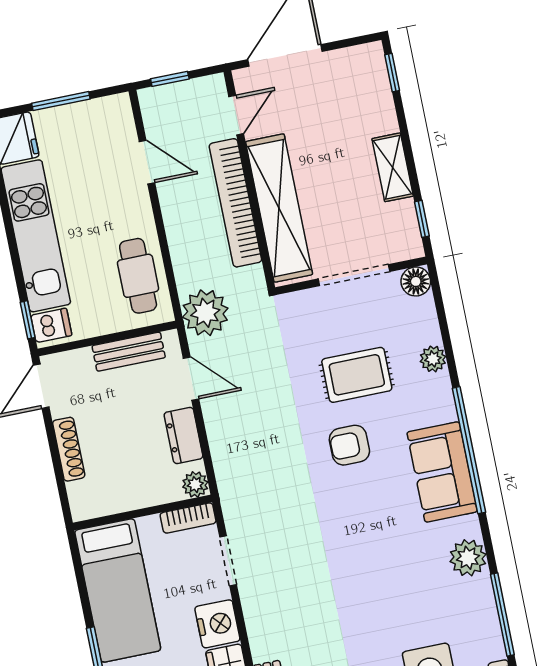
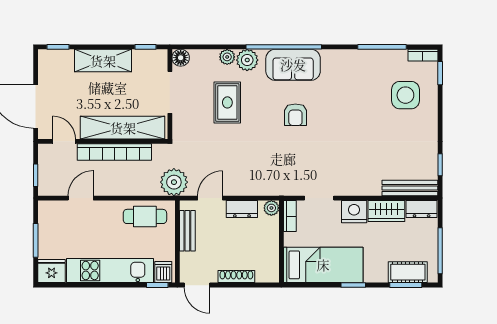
shelving: (393, 167) -> (103, 61), width x1.50, depth x1.33
armchair: (349, 445) -> (295, 115), moved
plant: (468, 558) -> (247, 60), moved

